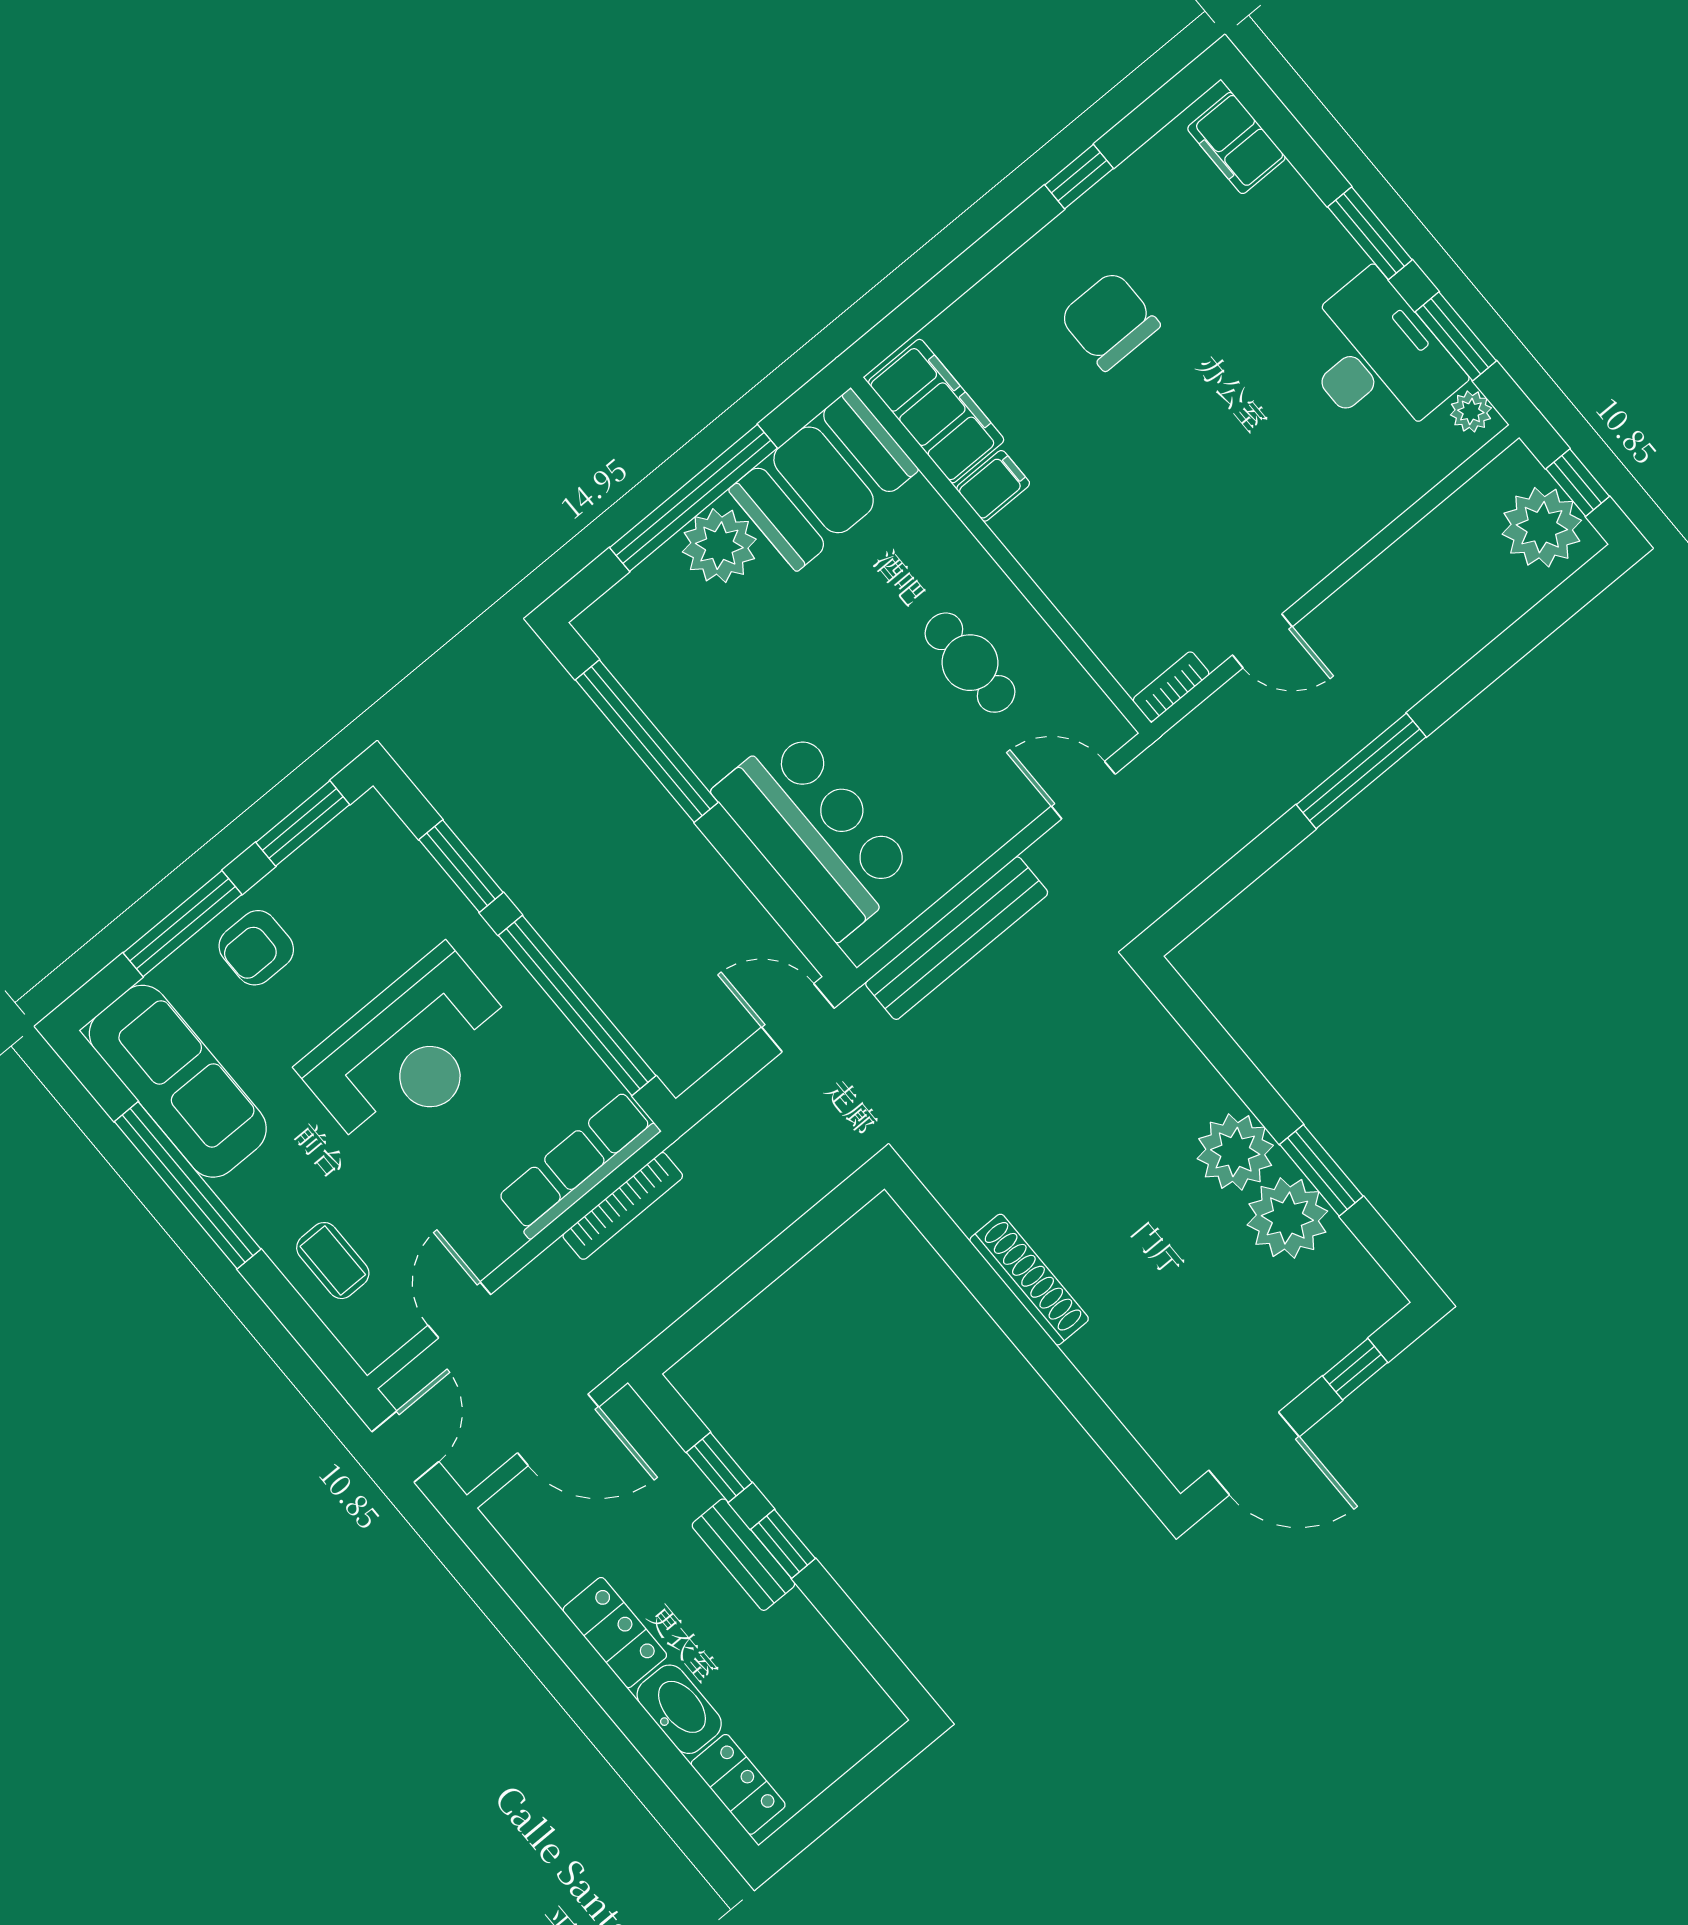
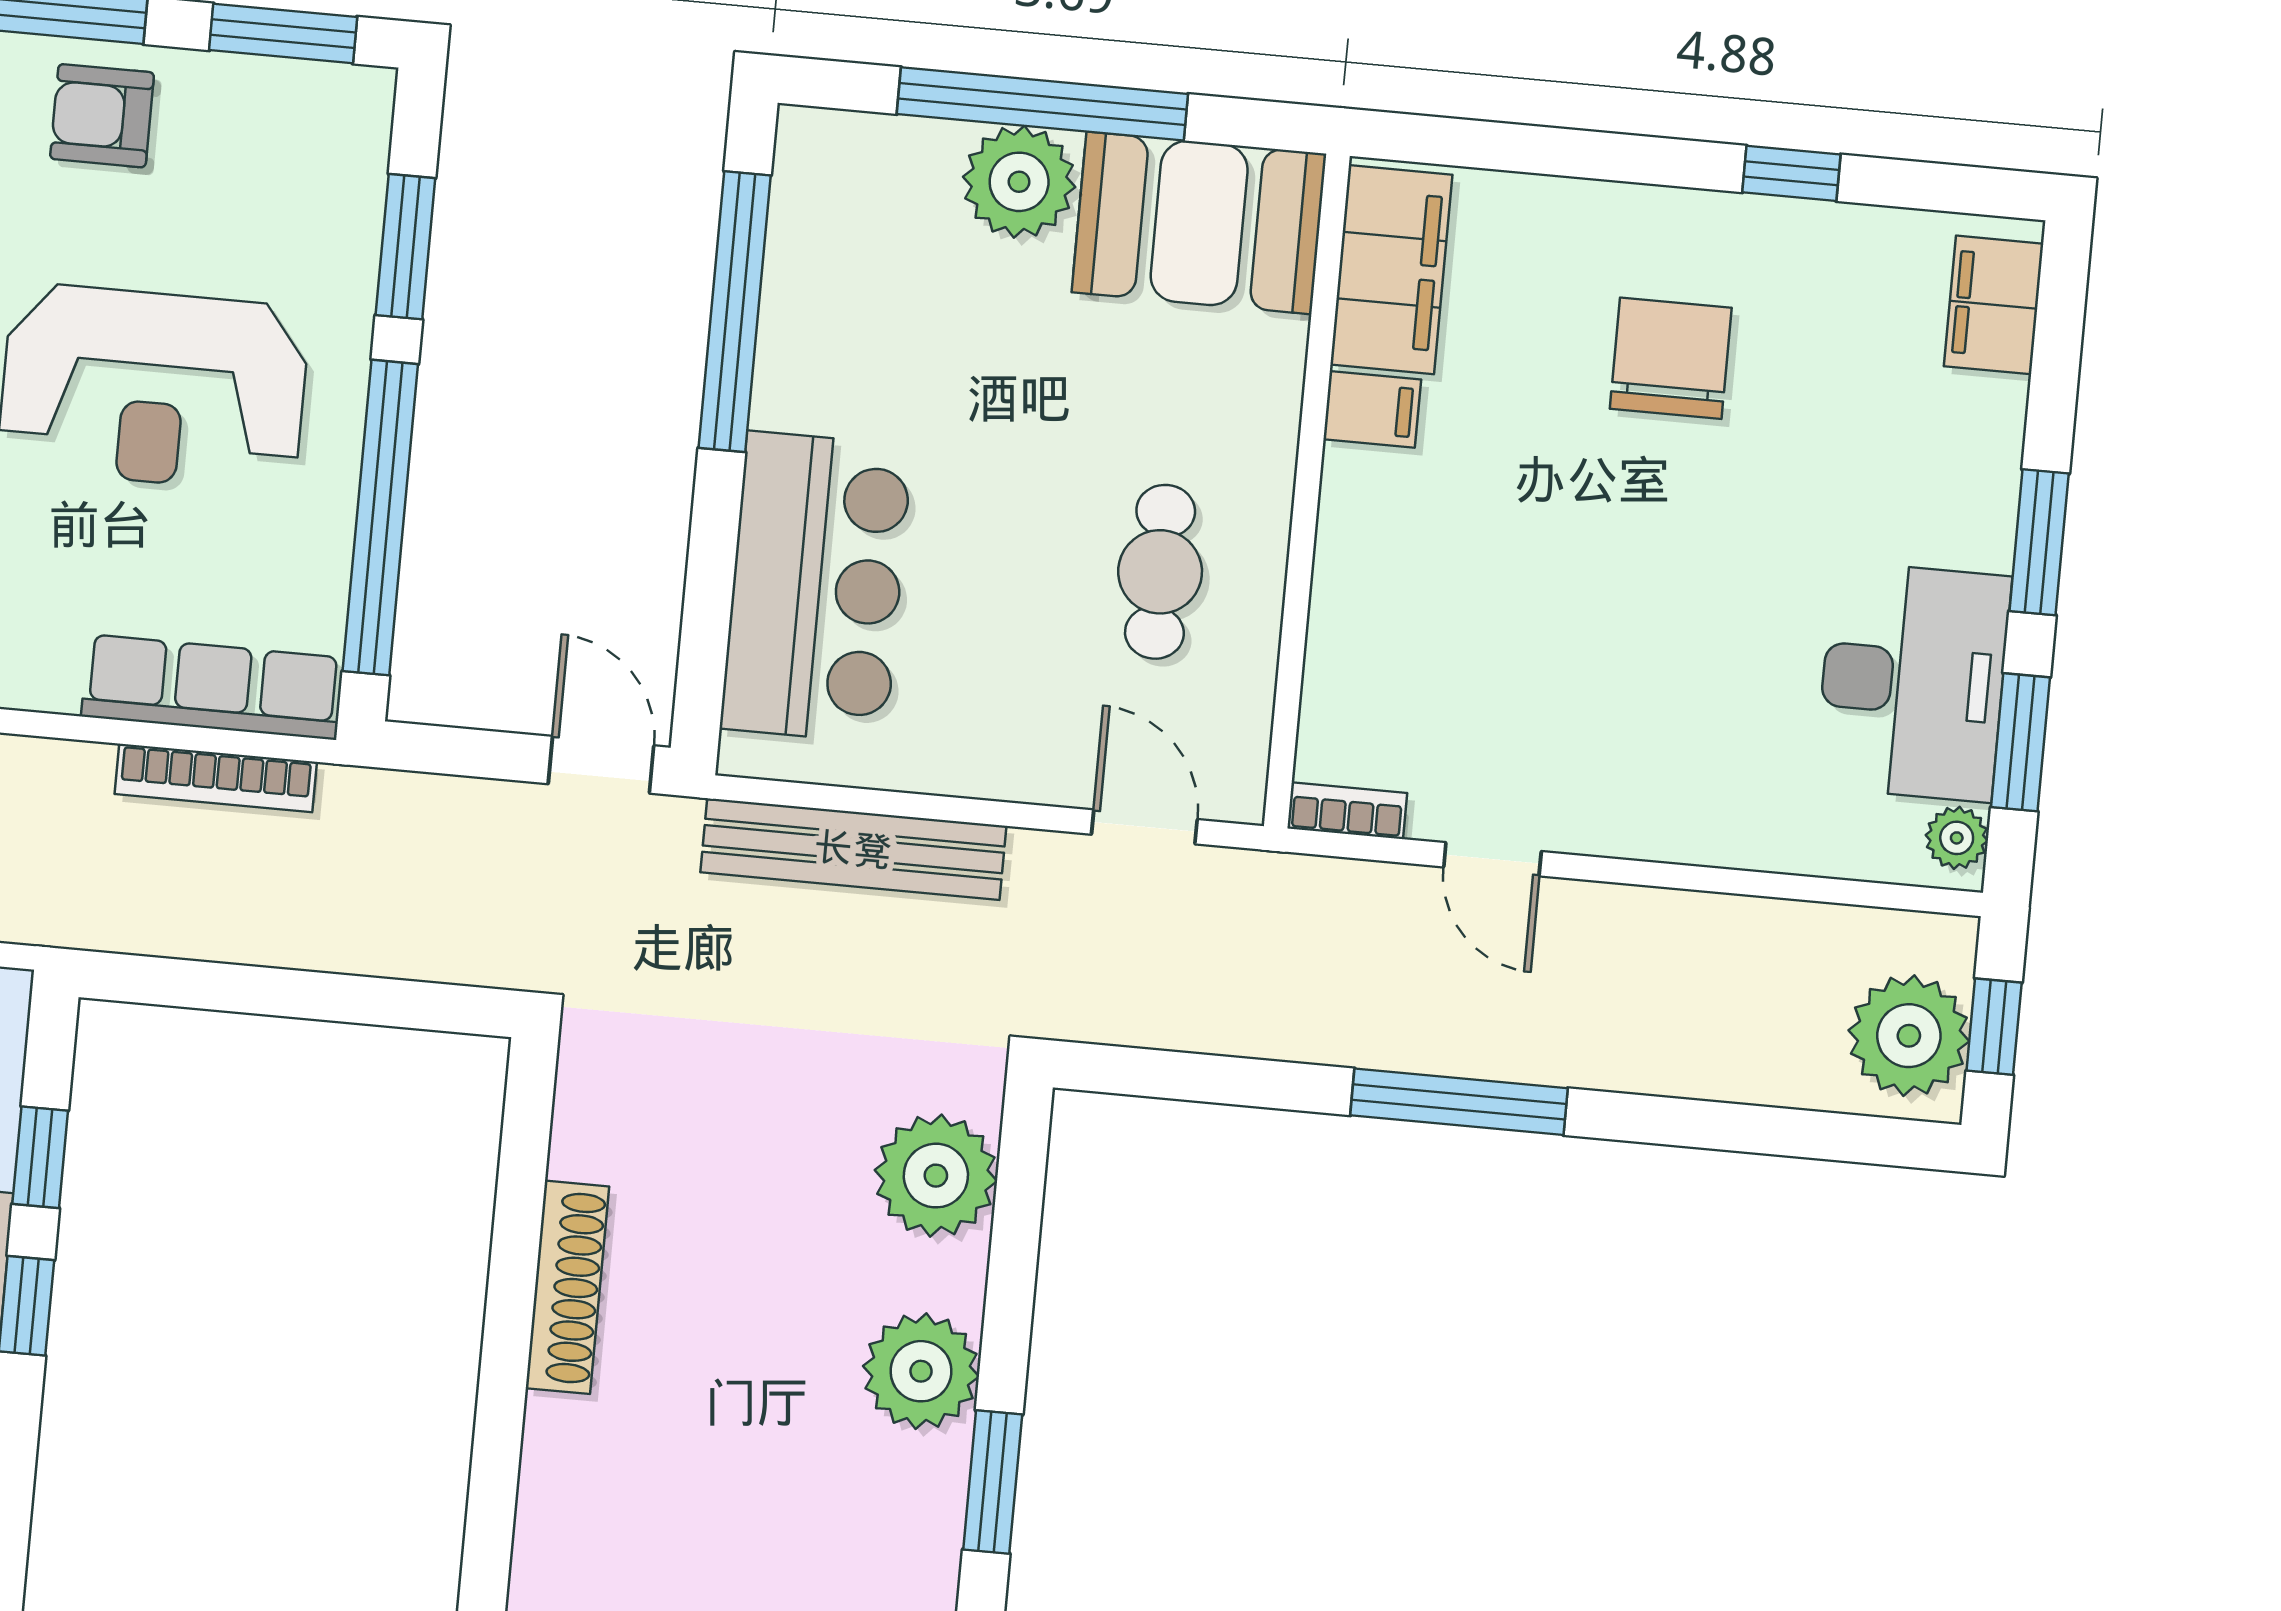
plant: (1287, 1218) -> (936, 1176), moved

